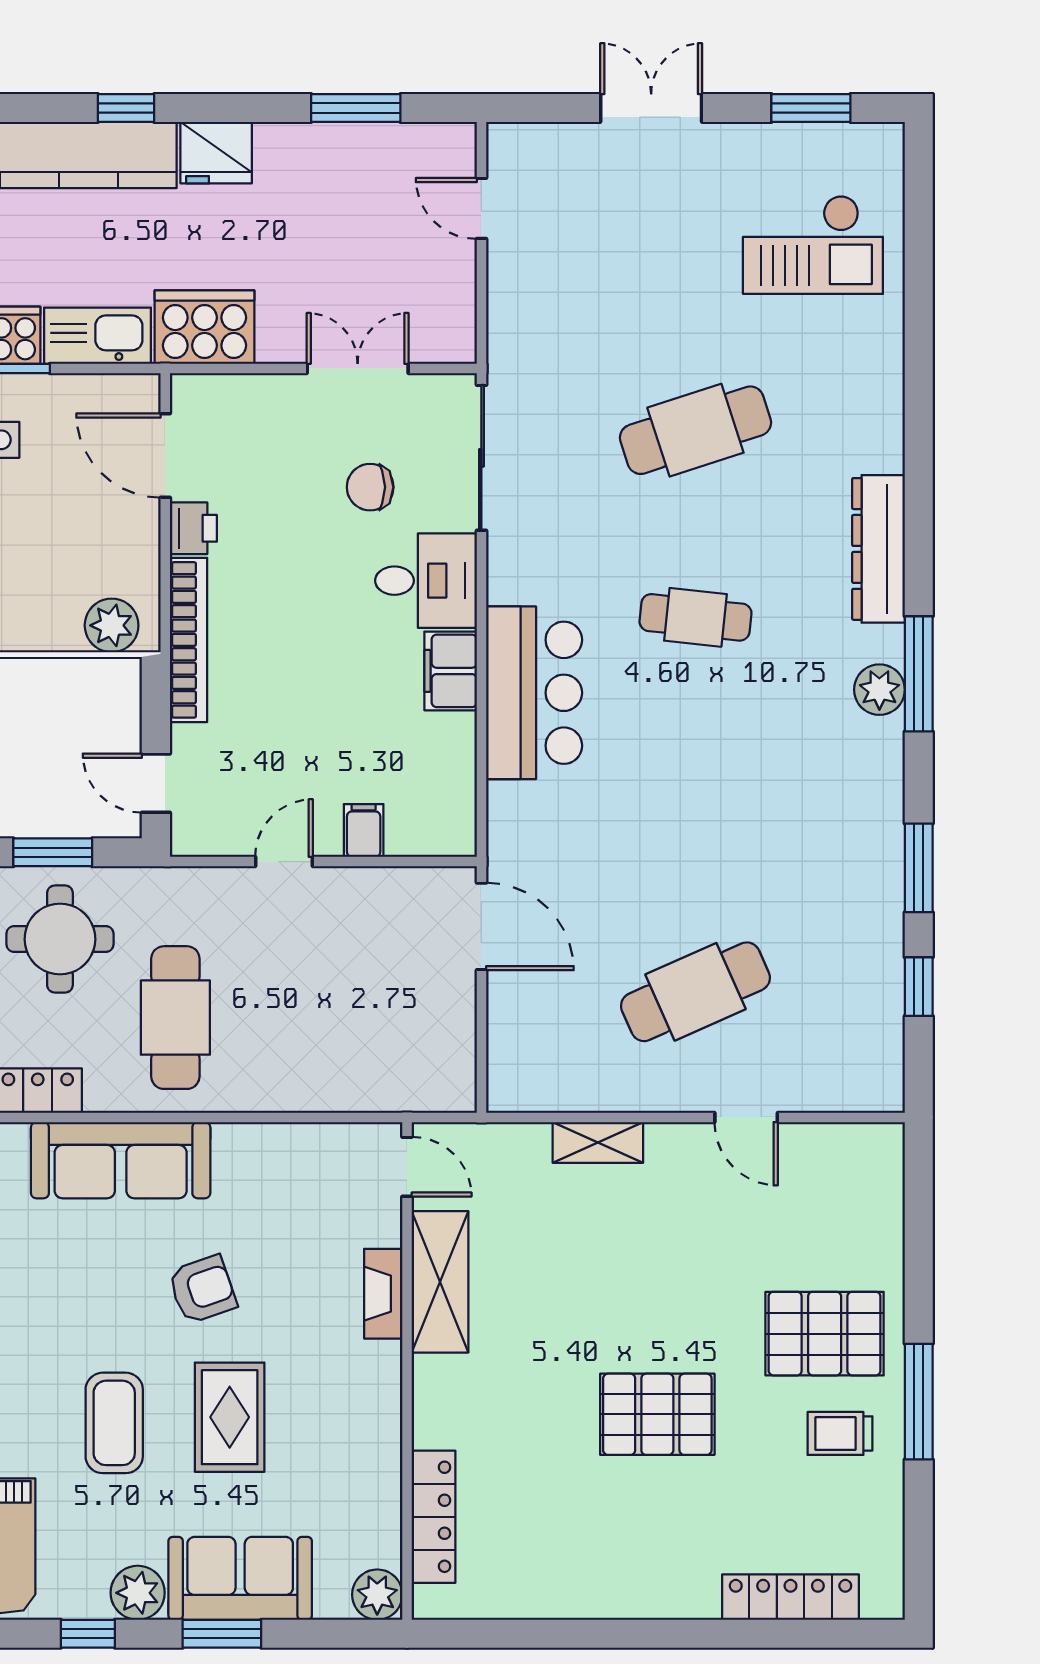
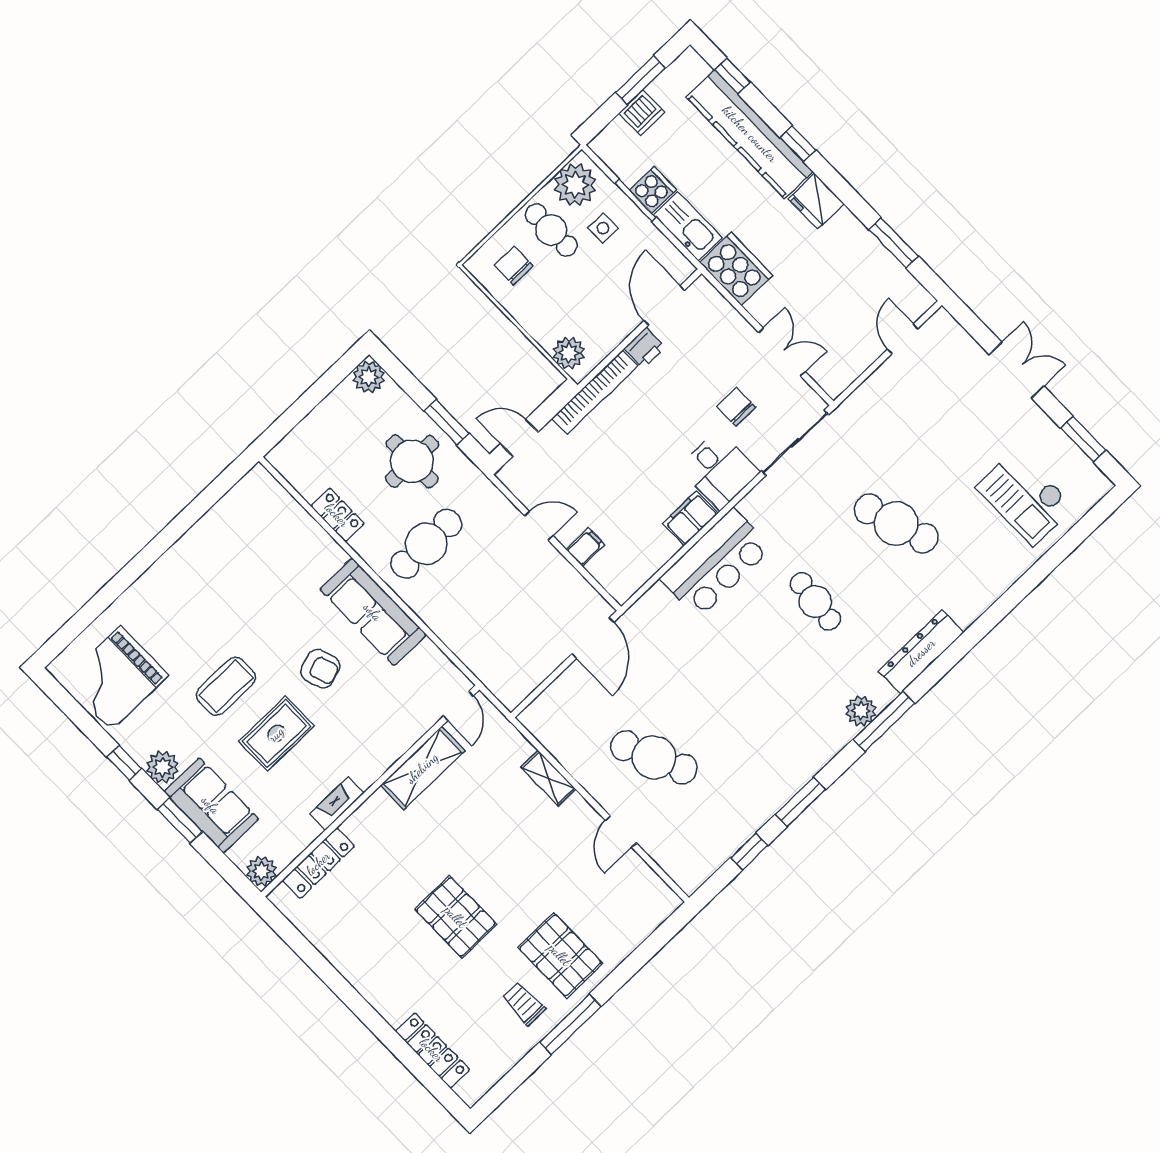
door: (156, 783) -> (519, 438), hinge flipped
sofa: (121, 1160) -> (373, 612), moved
fireplace: (383, 1294) -> (337, 804), moved

